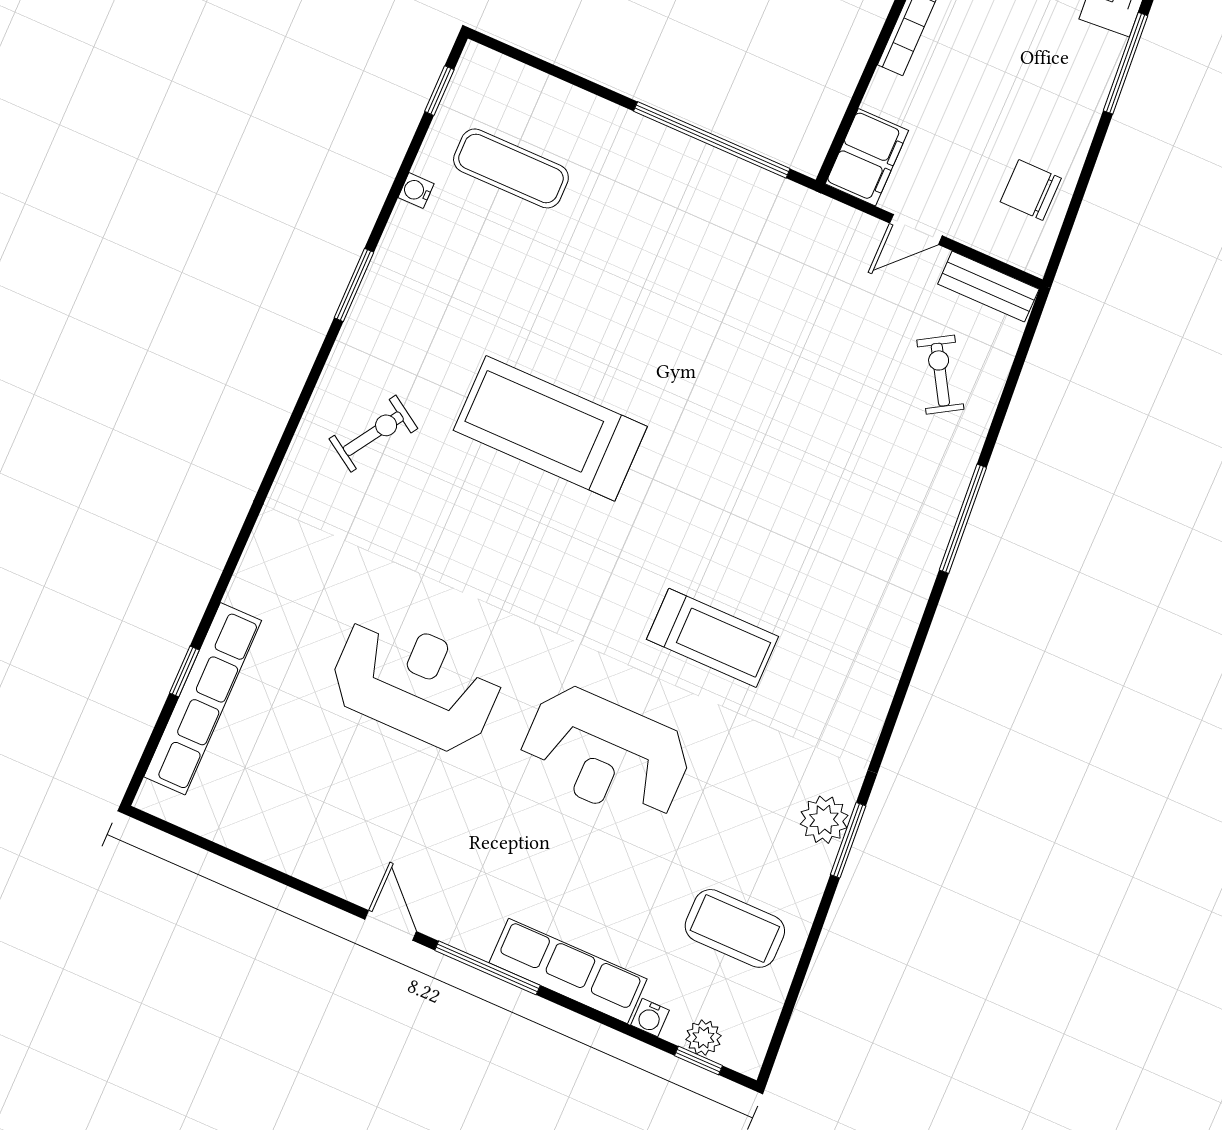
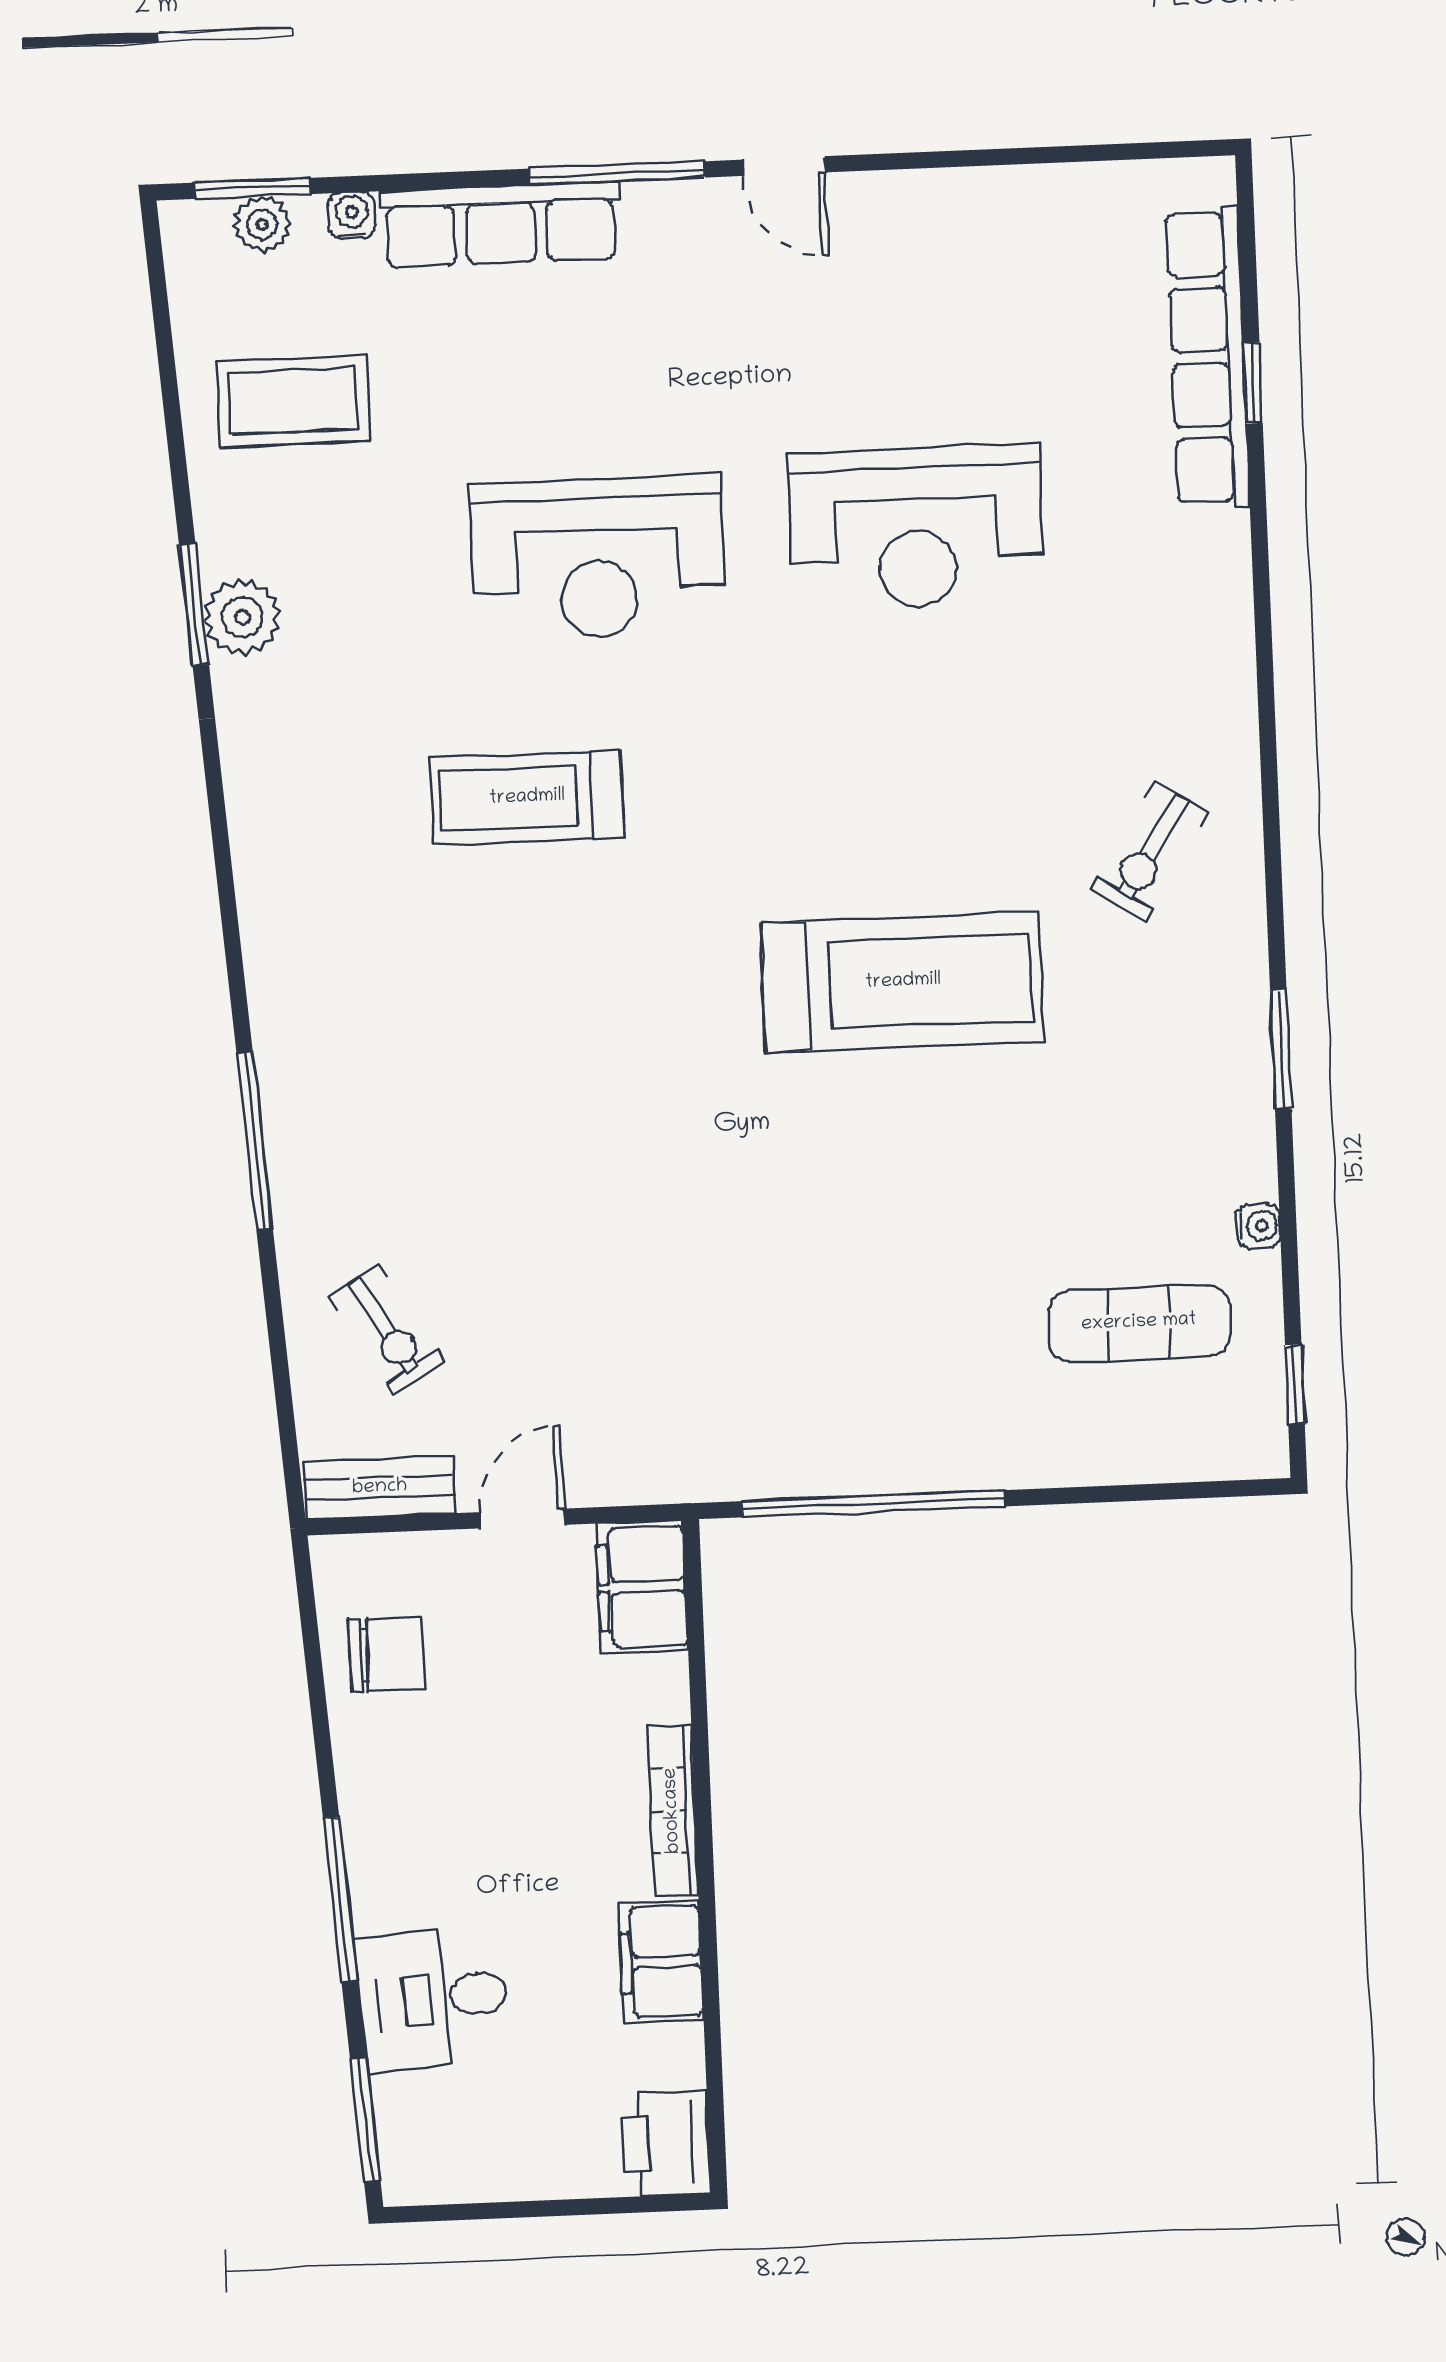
reception desk: (606, 754) -> (598, 558), turned 180
window: (699, 1061) -> (253, 188), width x1.50

